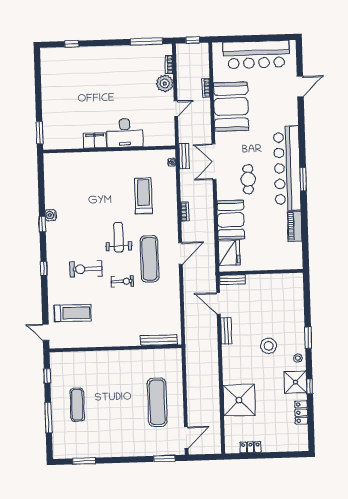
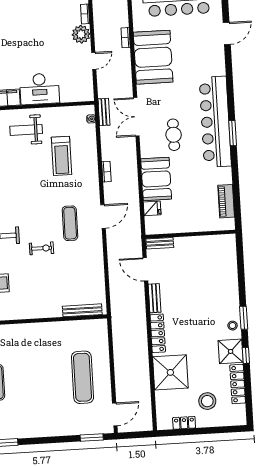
treadmill: (143, 196) -> (62, 156), turned 180
piano: (295, 226) -> (226, 201), moved
weight bench: (119, 237) -> (26, 130), moved, turned -90
fridge: (229, 253) -> (152, 208), width x0.53, depth x0.75
exercise mat: (150, 259) -> (70, 223), width x0.73, depth x0.69
window: (308, 338) -> (244, 318), moved
stool: (269, 346) -> (207, 401), moved
locker: (228, 363) -> (158, 333), added
locker: (301, 413) -> (238, 384), width x1.53

